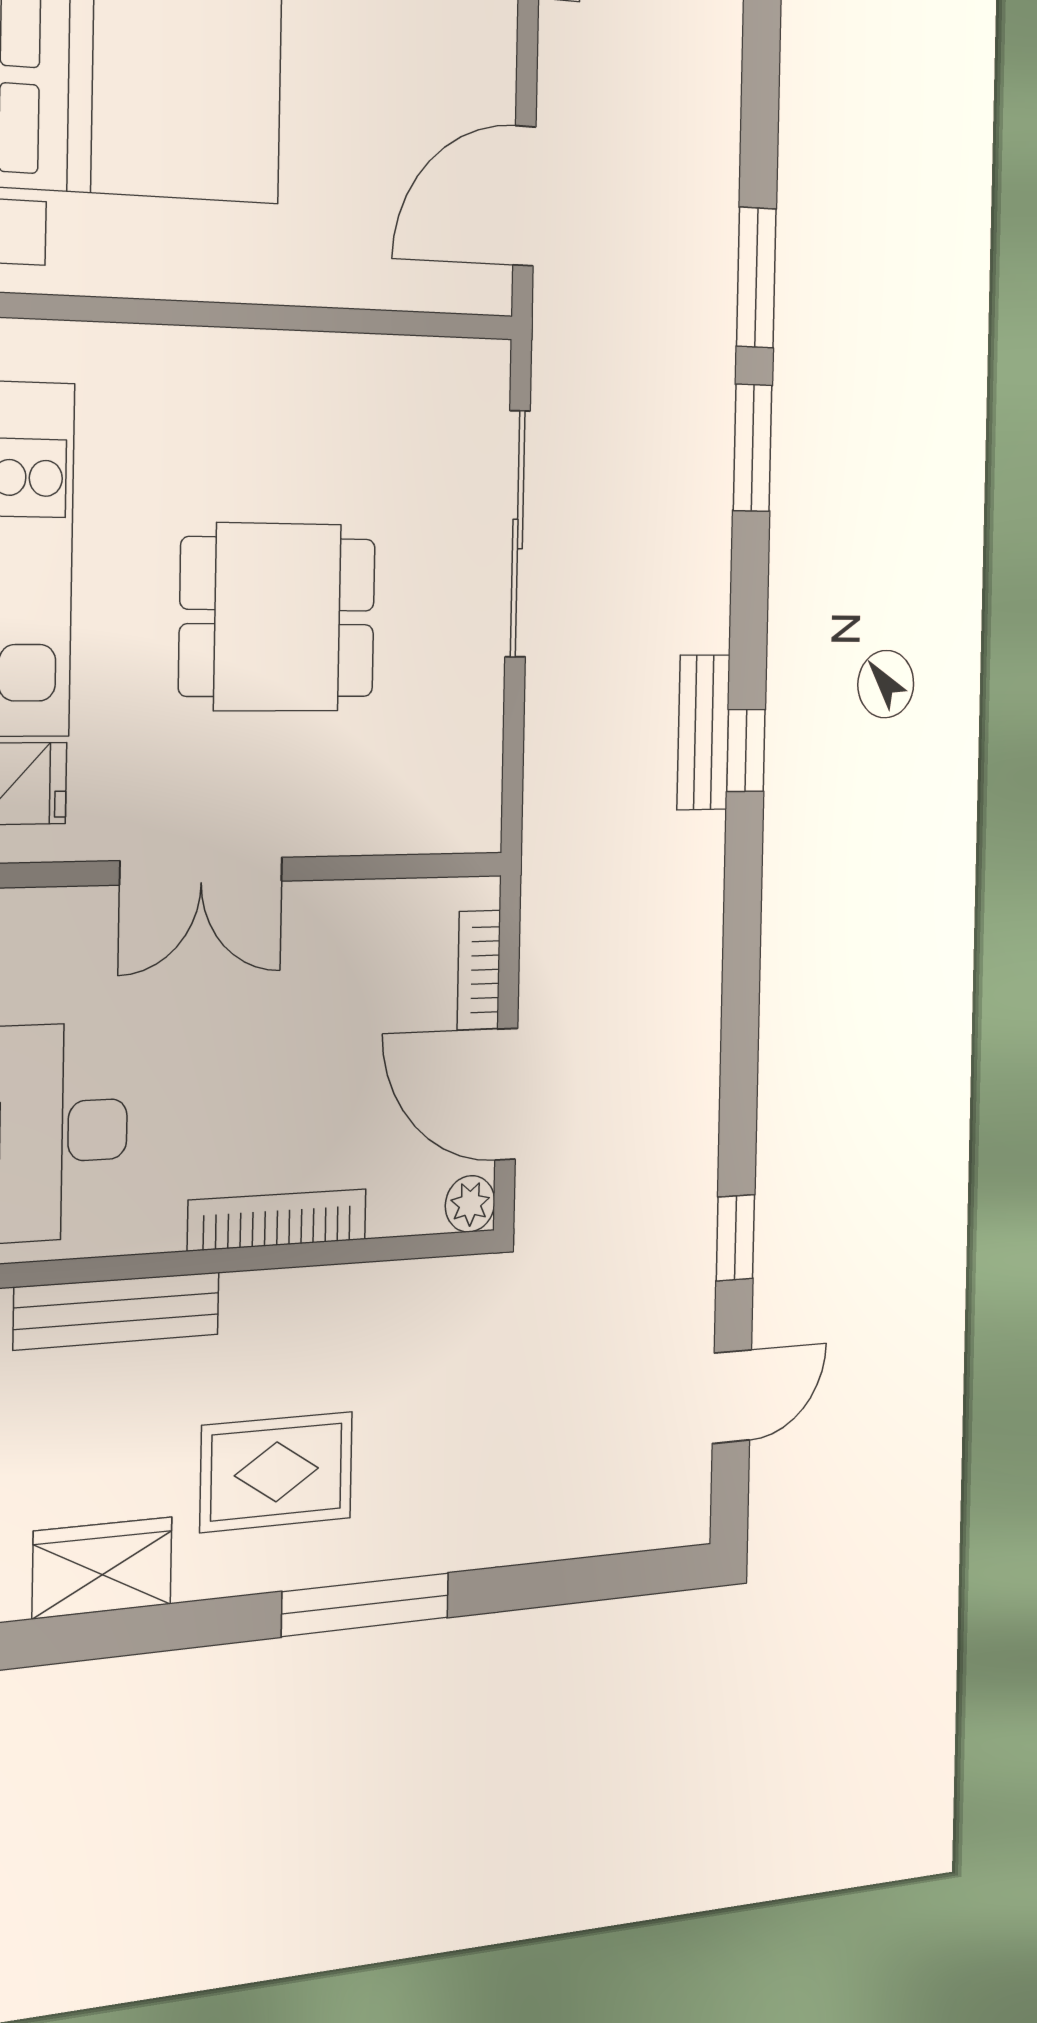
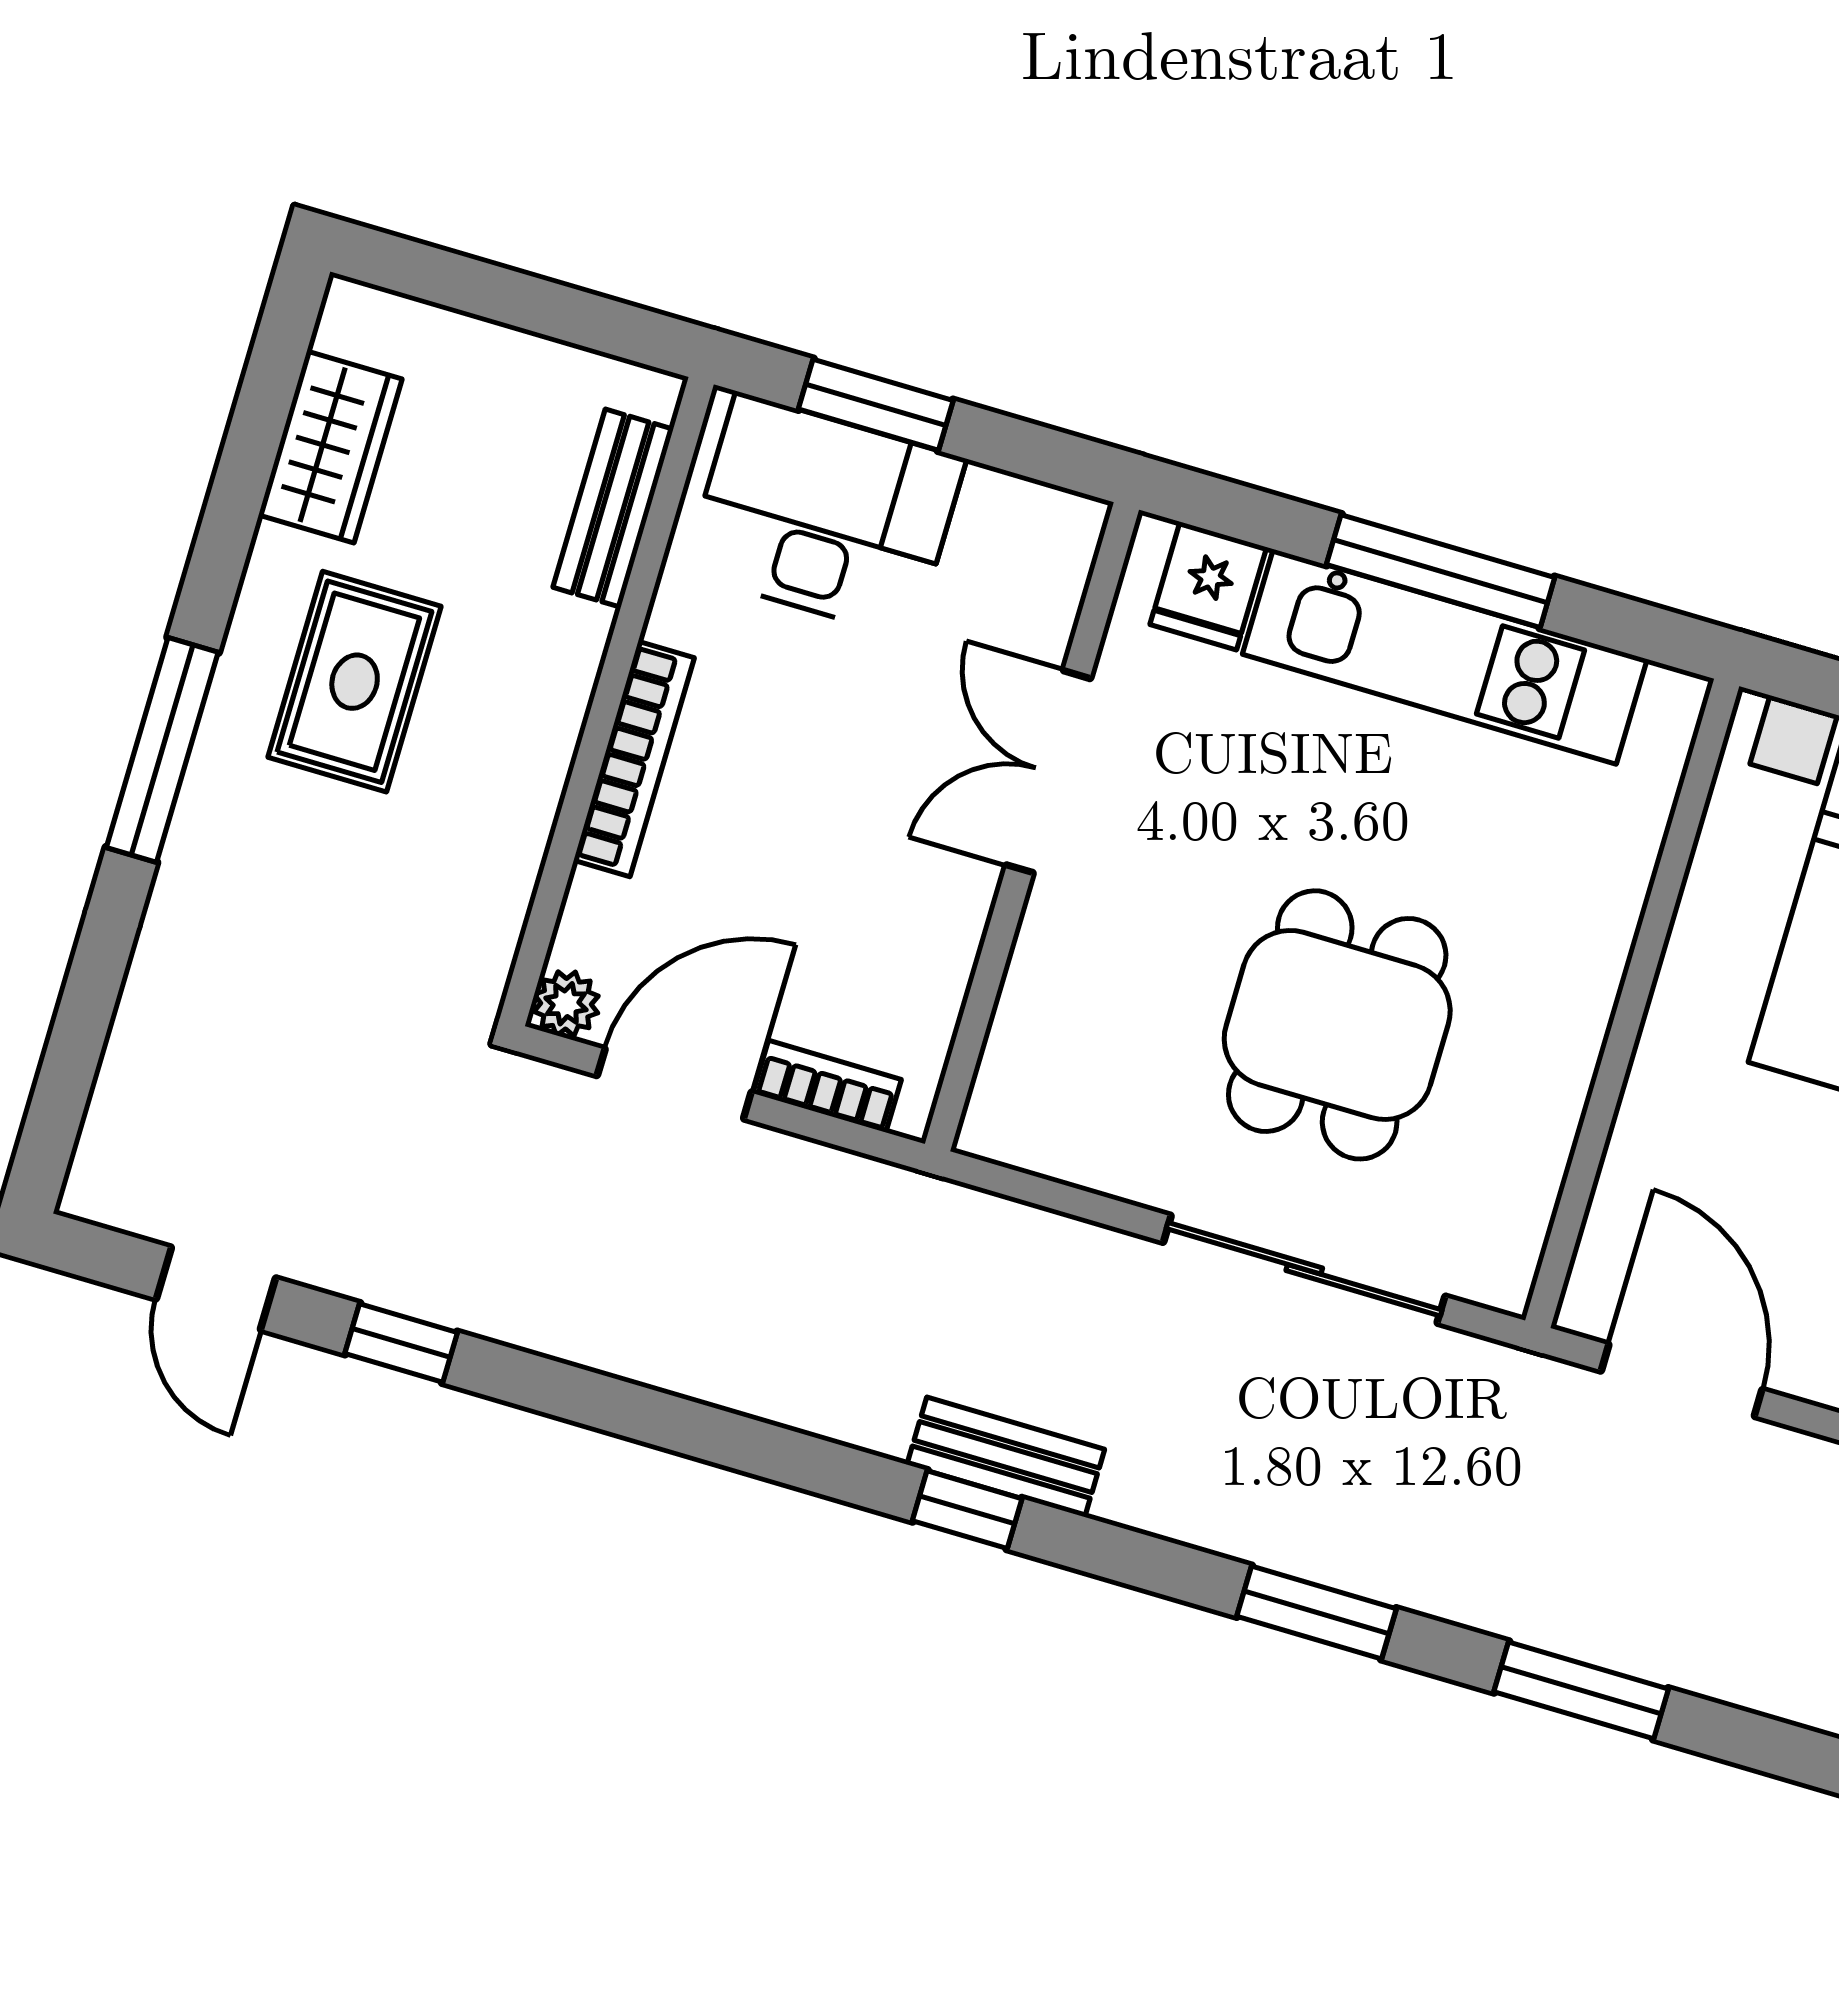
window: (756, 278) -> (1581, 1690), moved
dining table: (278, 617) -> (1337, 1025), moved
bench: (117, 1311) -> (613, 508), width x0.73

